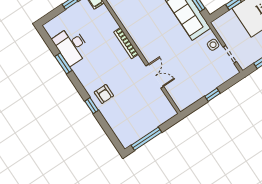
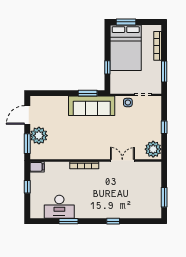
armchair: (104, 94) -> (111, 207), removed
plant: (185, 98) -> (153, 149), added
window: (146, 139) -> (164, 197), width x0.69

